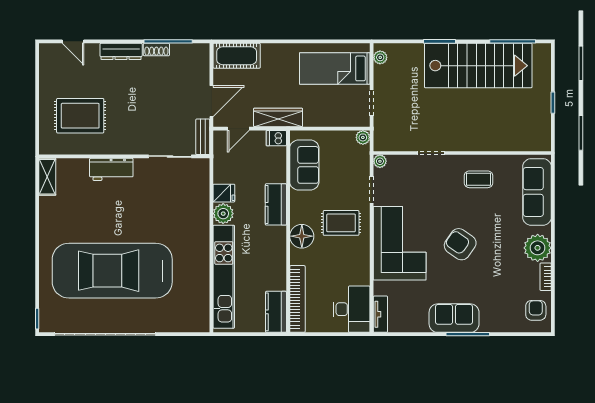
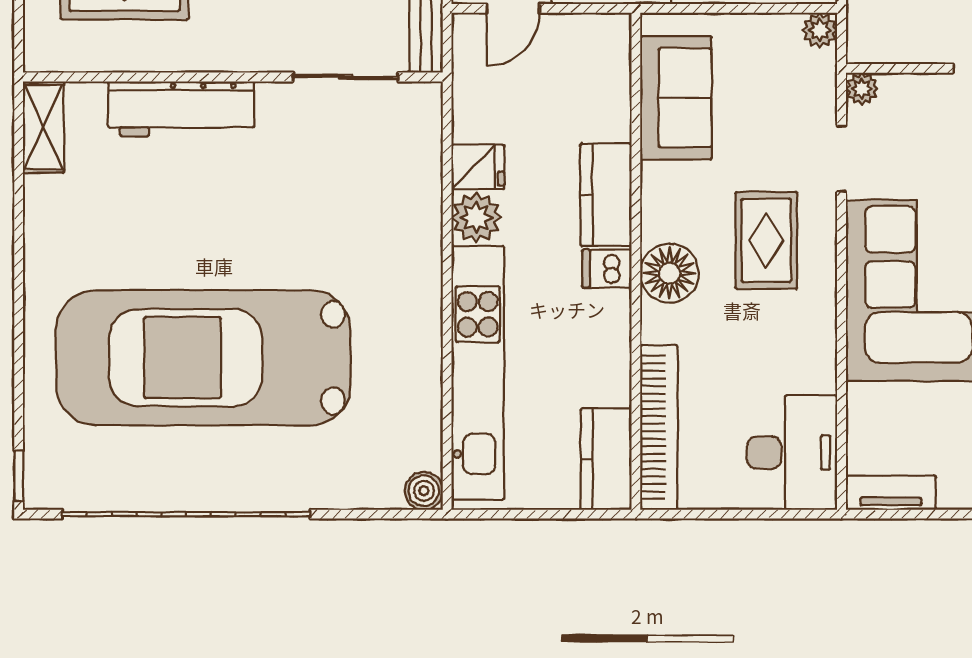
dishwasher: (276, 138) -> (607, 269), moved
workbench: (111, 169) -> (181, 109), width x1.37
rug: (341, 223) -> (766, 240), turned 90
tv unit: (380, 314) -> (891, 493), moved, turned -90
boiler: (202, 325) -> (424, 491), added

